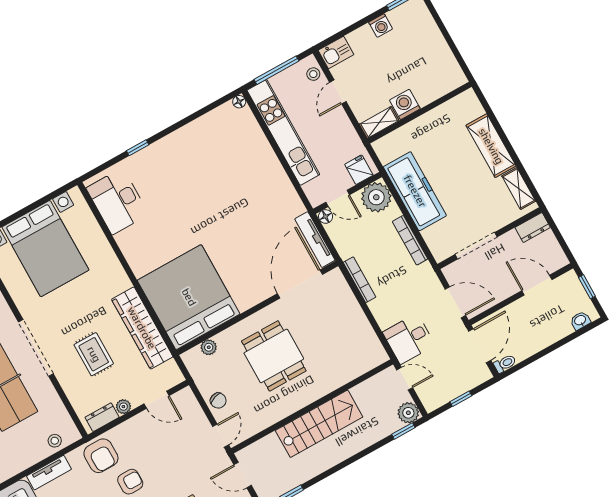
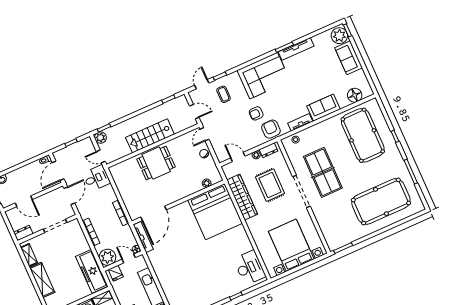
freezer: (415, 191) -> (92, 271), moved
door: (455, 302) -> (69, 196), swing flipped
rug: (94, 354) -> (270, 185), width x1.36, depth x1.43
dining table: (274, 356) -> (156, 163), moved, turned 90

